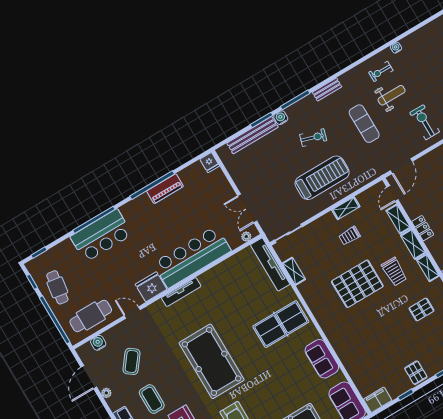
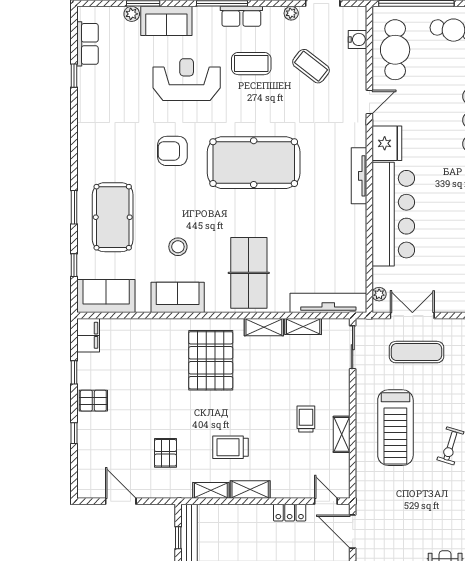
exercise mat: (364, 124) -> (416, 352), moved
shelving: (398, 219) -> (264, 327), moved
locker: (423, 228) -> (290, 513), moved
pallet: (357, 284) -> (211, 360), moved
stool: (291, 377) -> (178, 247), added

